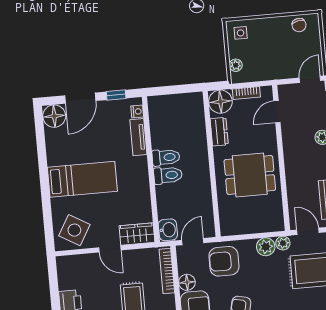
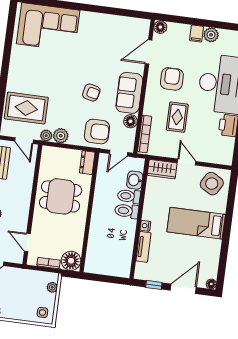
nightstand: (137, 111) -> (145, 226), moved
door: (277, 112) -> (27, 242), swing flipped
floor lamp: (54, 116) -> (211, 284), width x0.53, depth x0.53
dresser: (219, 132) -> (87, 163), moved
toilet: (166, 157) -> (129, 196), moved
washbasin: (168, 230) -> (135, 180), moved

